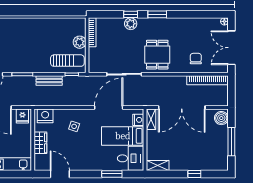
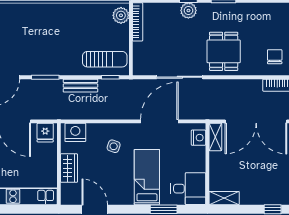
plant: (80, 42) -> (121, 15), moved
bed: (123, 136) -> (147, 177), moved, turned 90

